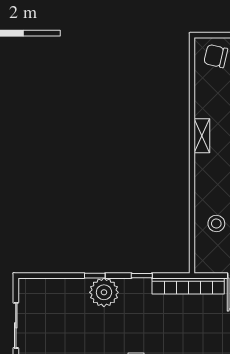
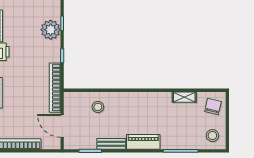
shelving: (202, 136) -> (184, 97), moved

